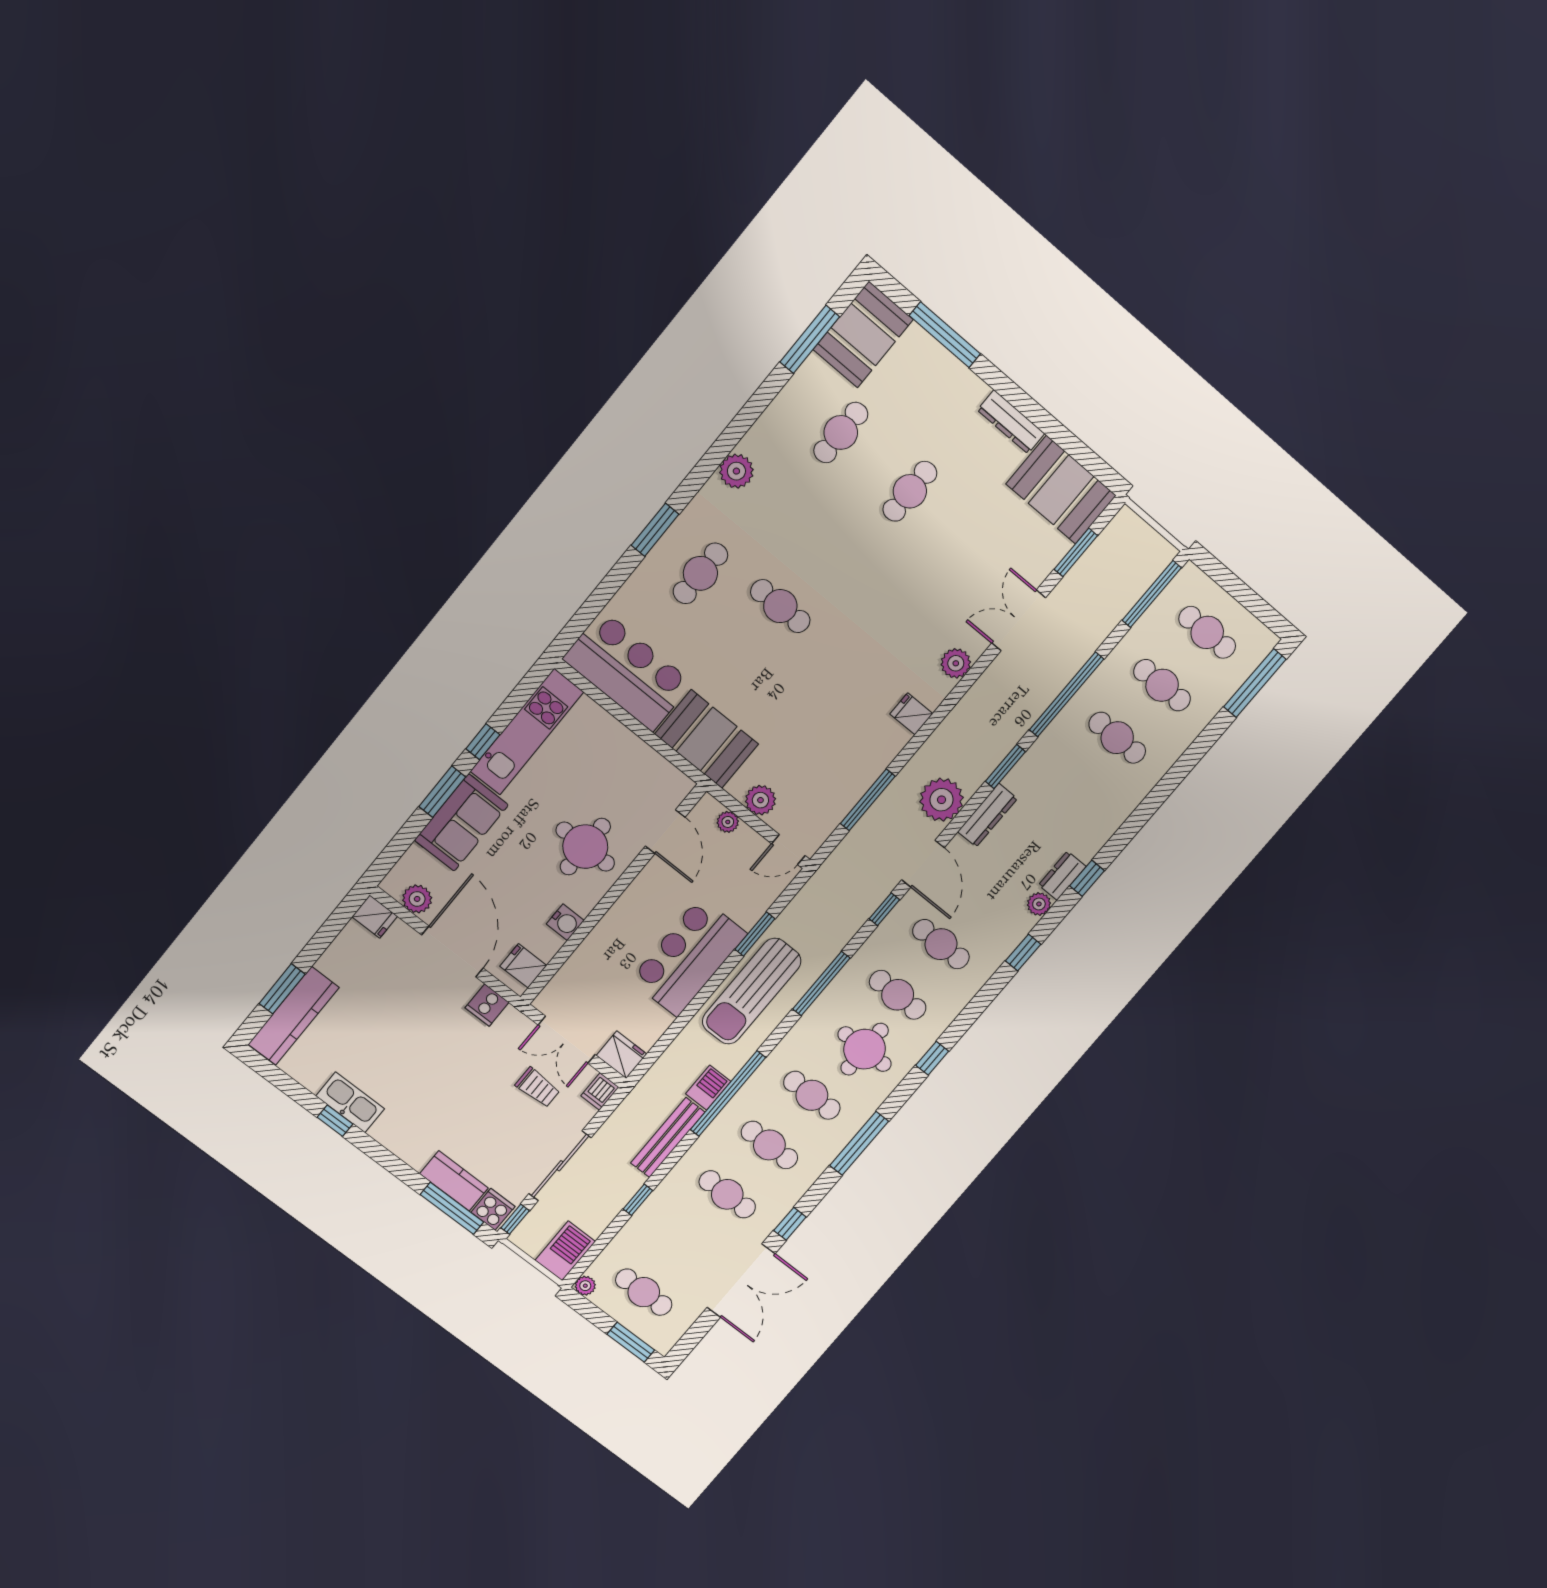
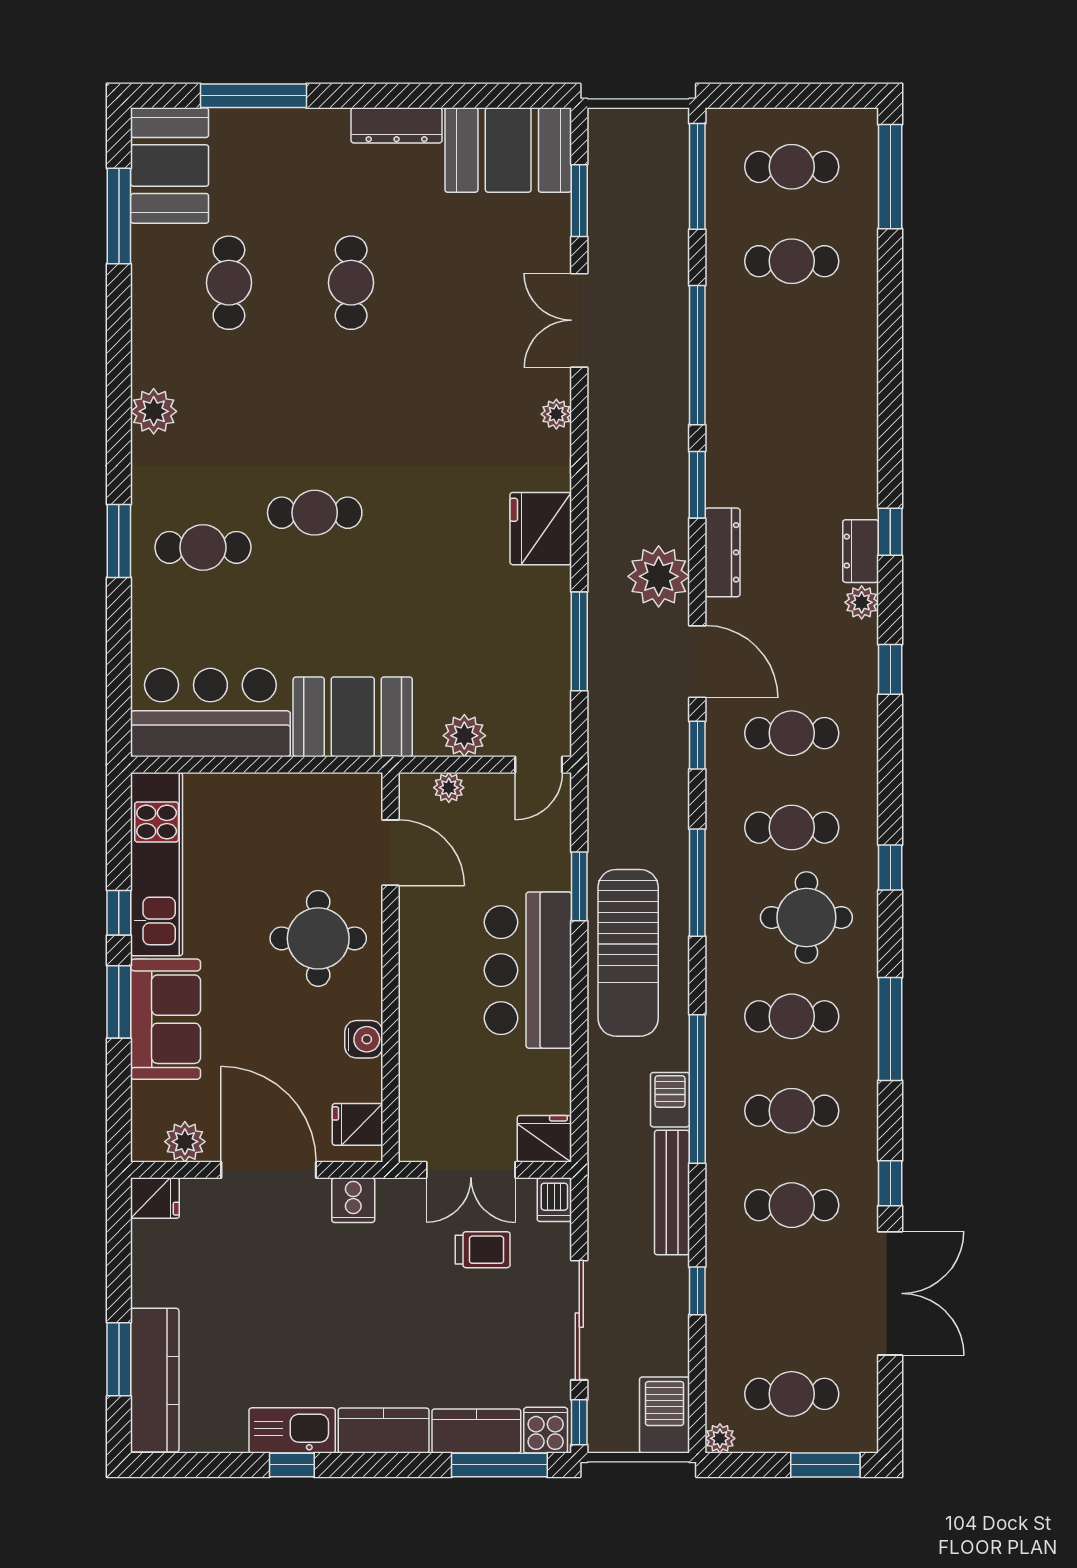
cafe table: (700, 573) -> (203, 547), turned 90
plant: (956, 663) -> (556, 414), width x0.73, depth x0.73
fridge: (911, 714) -> (541, 529), width x1.88, depth x1.34
cafe table: (1117, 738) -> (792, 356), removed
kitchen counter: (402, 1141) -> (384, 1431), added

